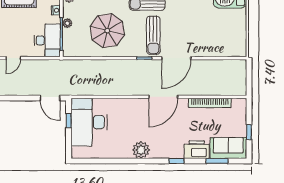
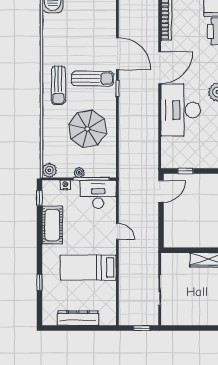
door: (163, 97) -> (160, 68), hinge flipped
desk: (89, 122) -> (181, 110), moved, turned 90

